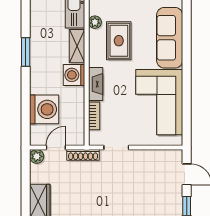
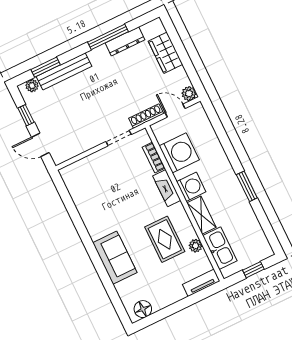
sofa: (170, 38) -> (115, 258), width x0.73
corner sofa: (159, 102) -> (99, 200), removed
washing machine: (44, 109) -> (179, 153), moved, turned 180
door: (56, 147) -> (175, 111), swing flipped

